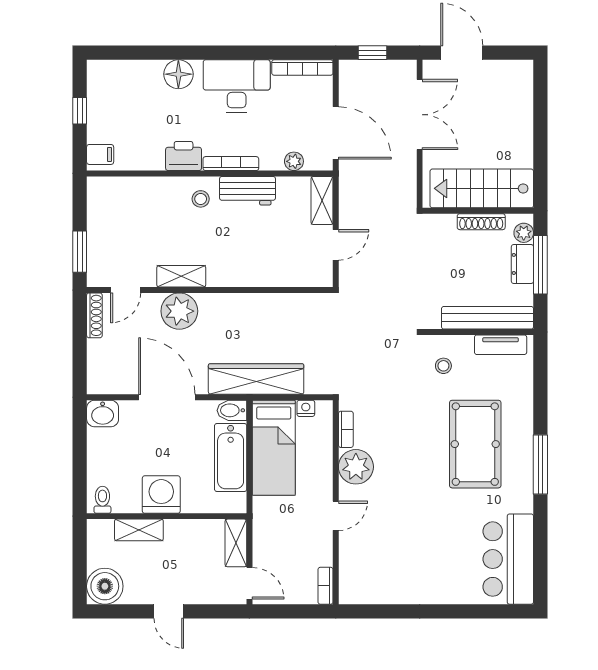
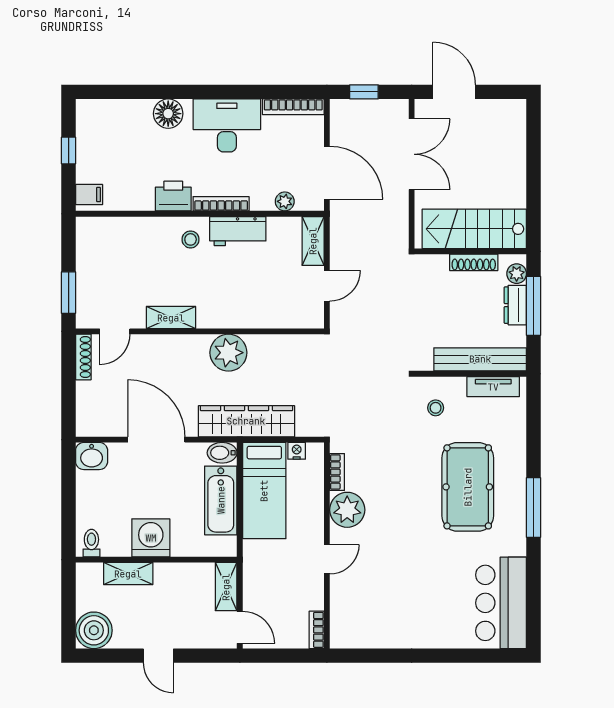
plant: (179, 311) -> (228, 353), moved

